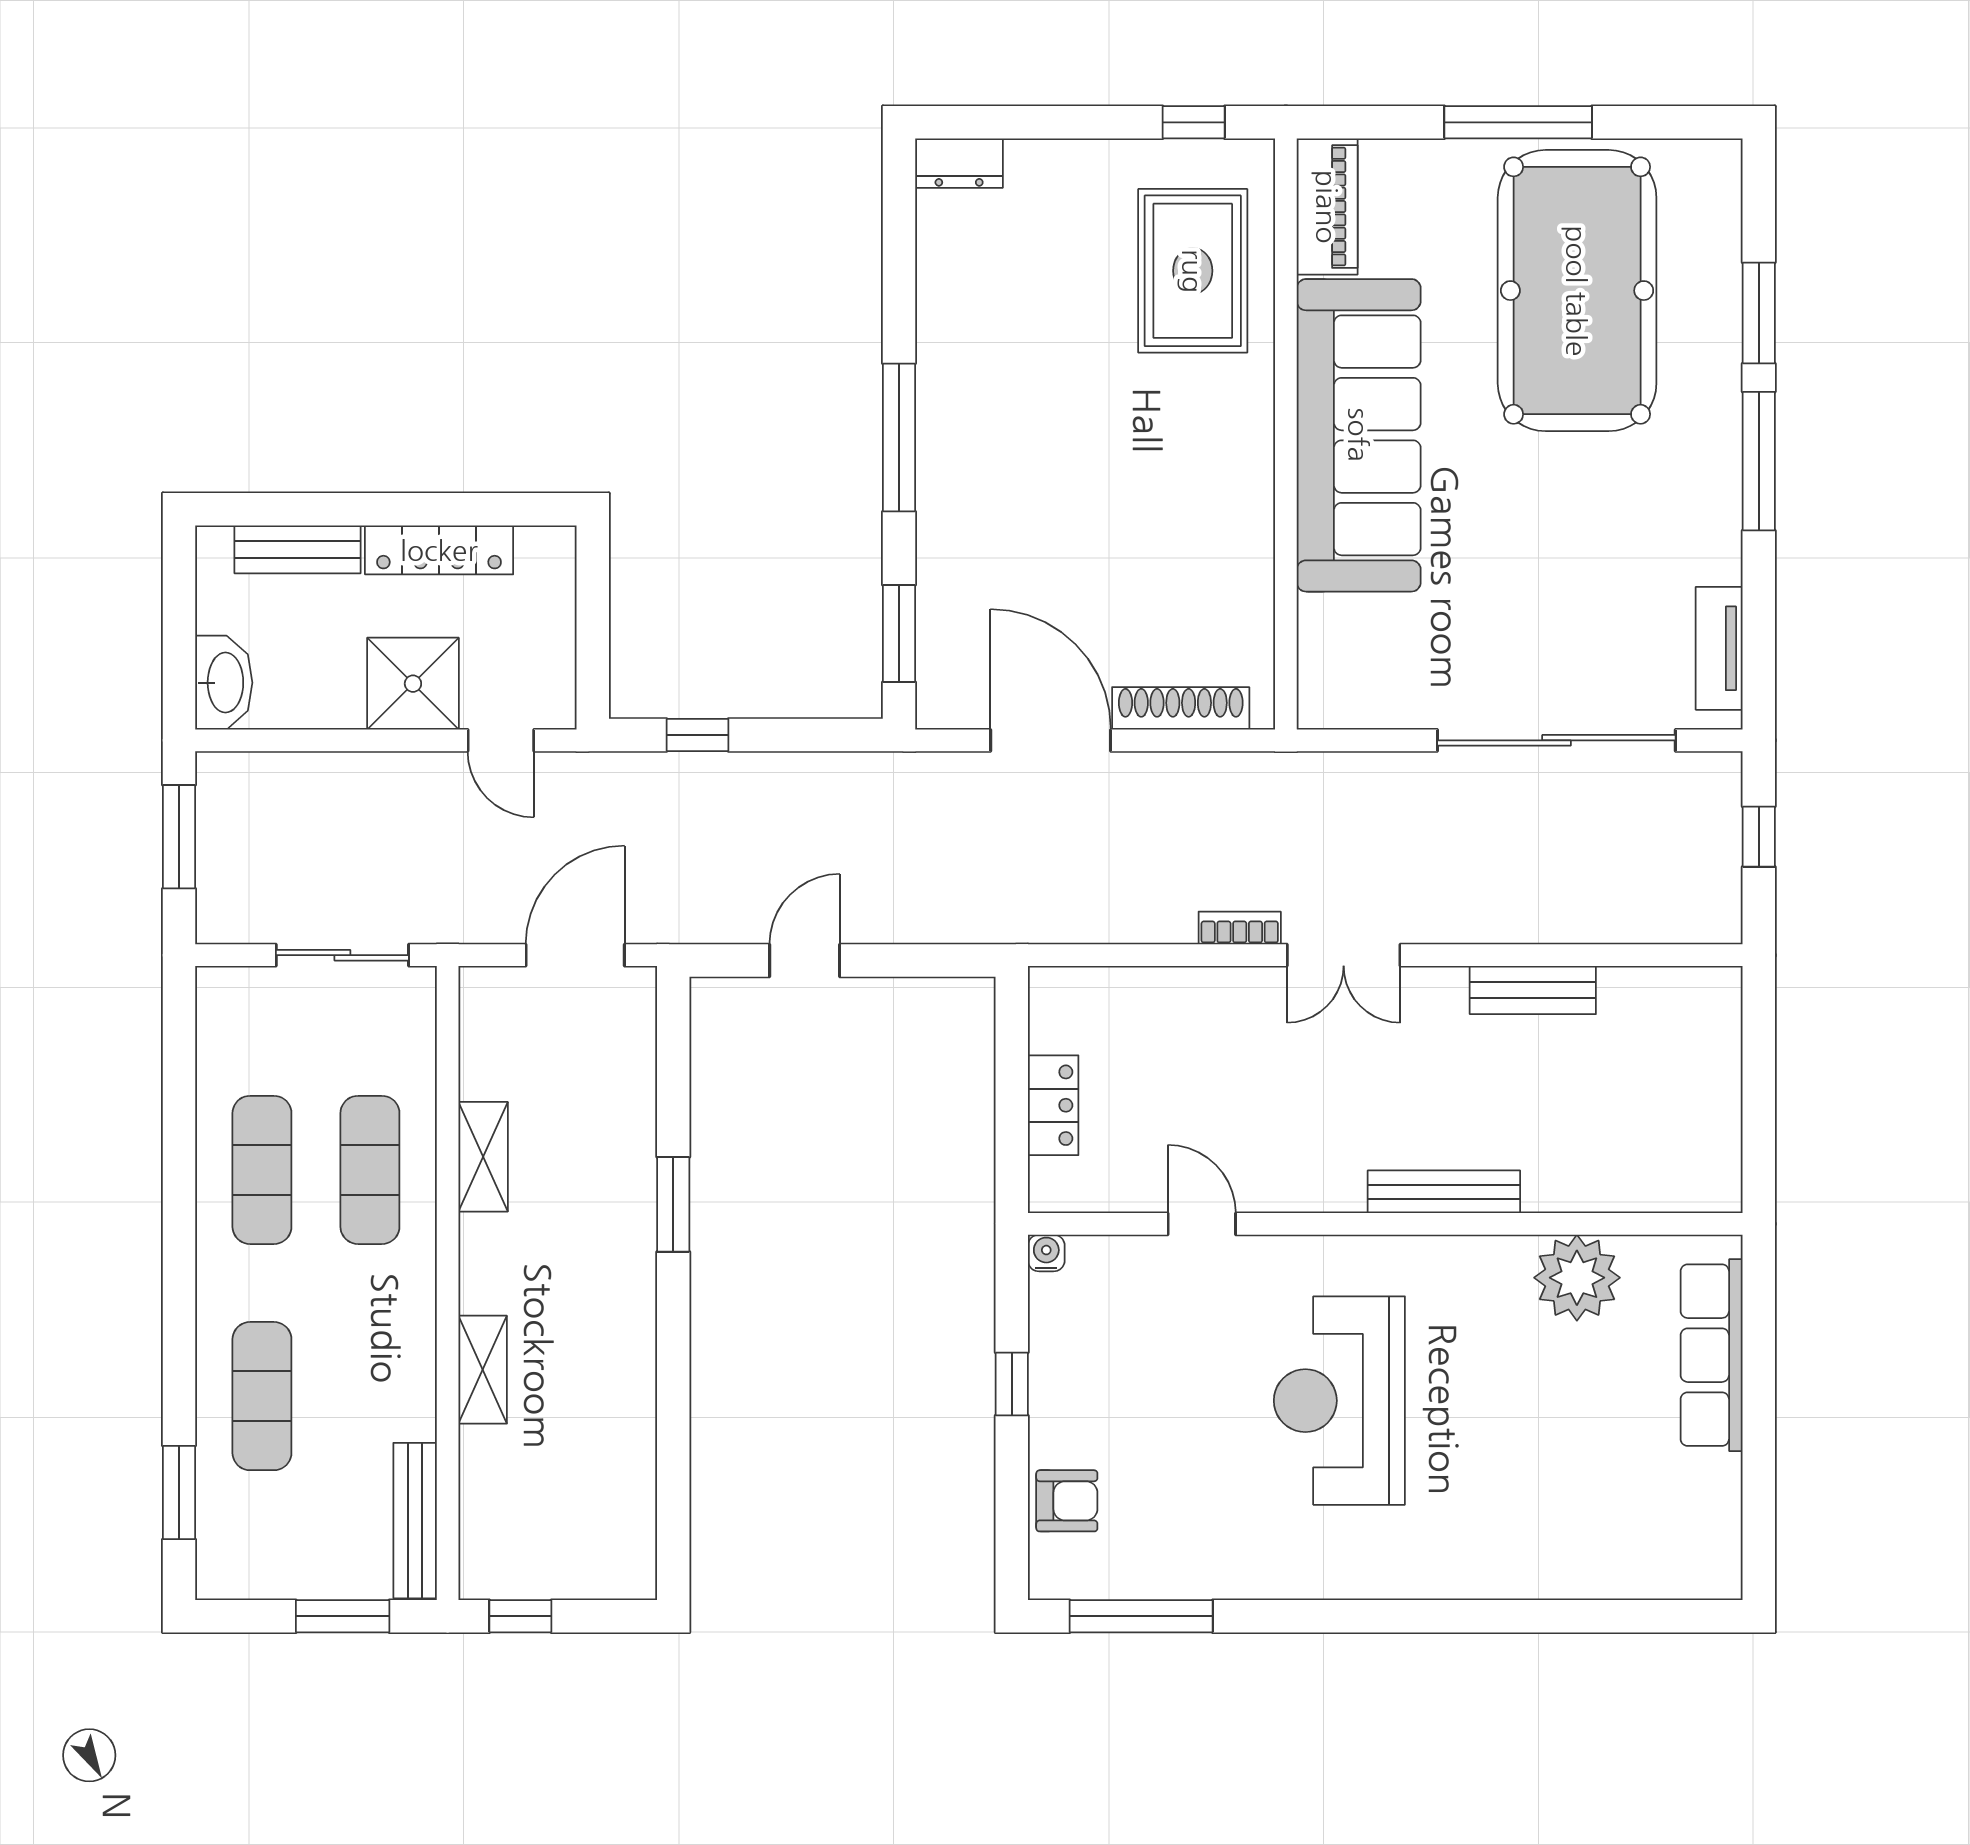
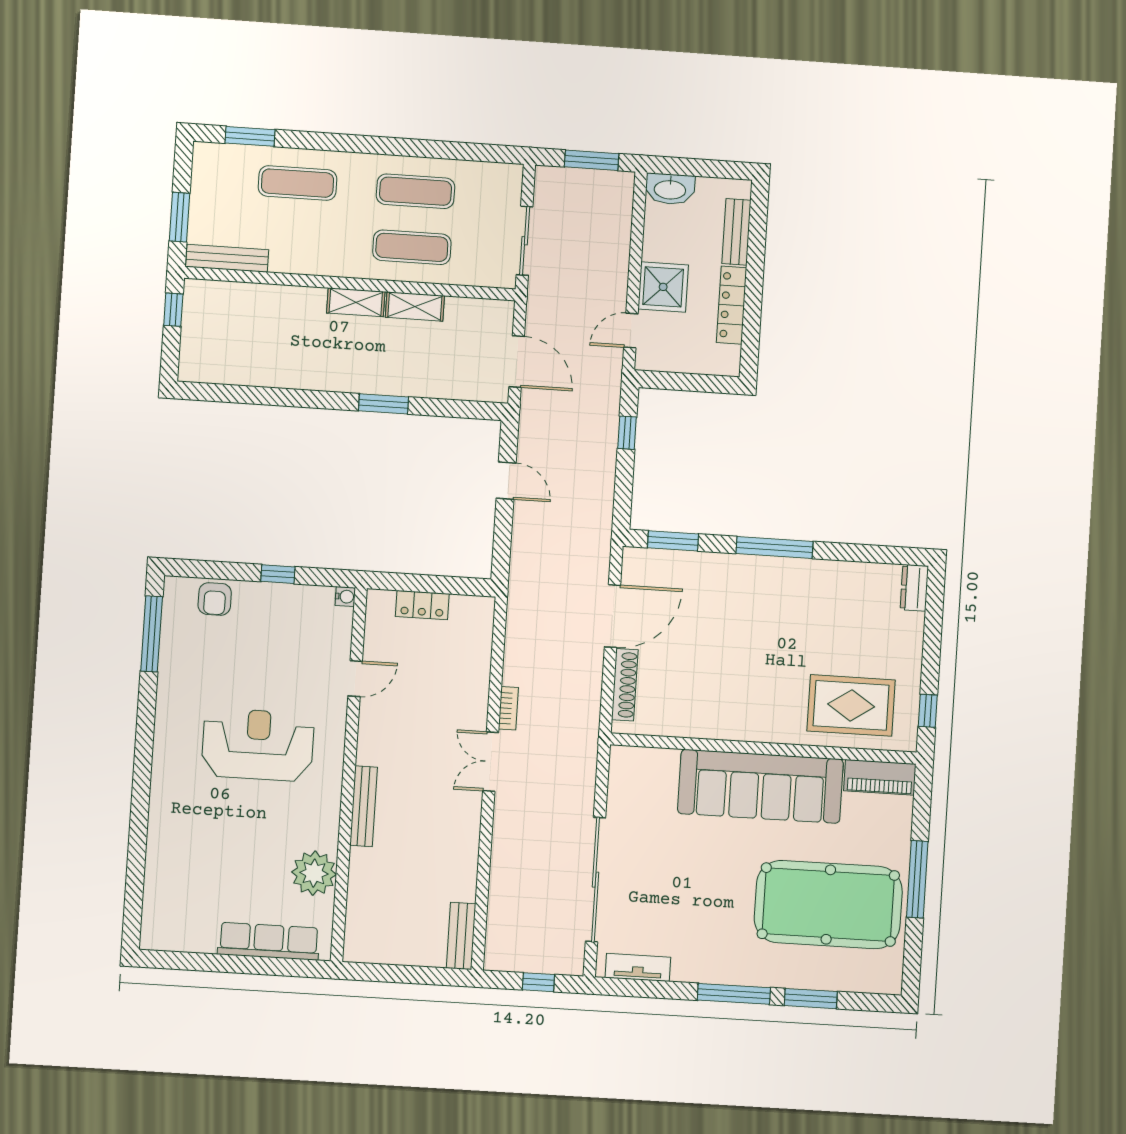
bench: (1533, 990) -> (461, 936), moved
shelving: (483, 1370) -> (356, 302), moved

